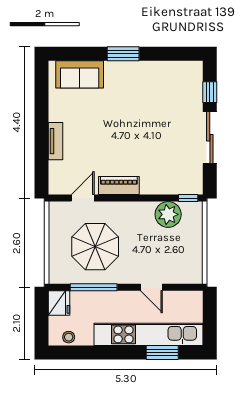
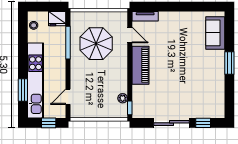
tv unit: (56, 141) -> (145, 16), moved
piano: (119, 186) -> (140, 65), width x1.37, depth x1.33
plant: (168, 214) -> (123, 98), width x0.53, depth x0.53
door: (151, 287) -> (68, 97), moved
window: (210, 315) -> (49, 123), added

